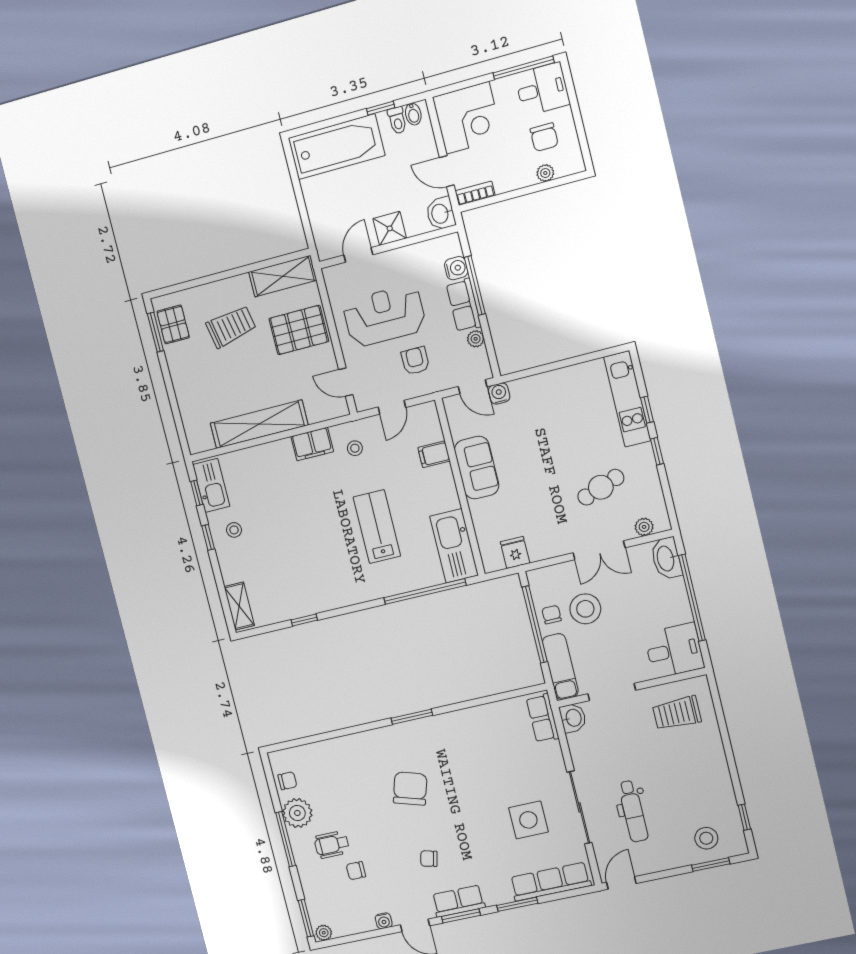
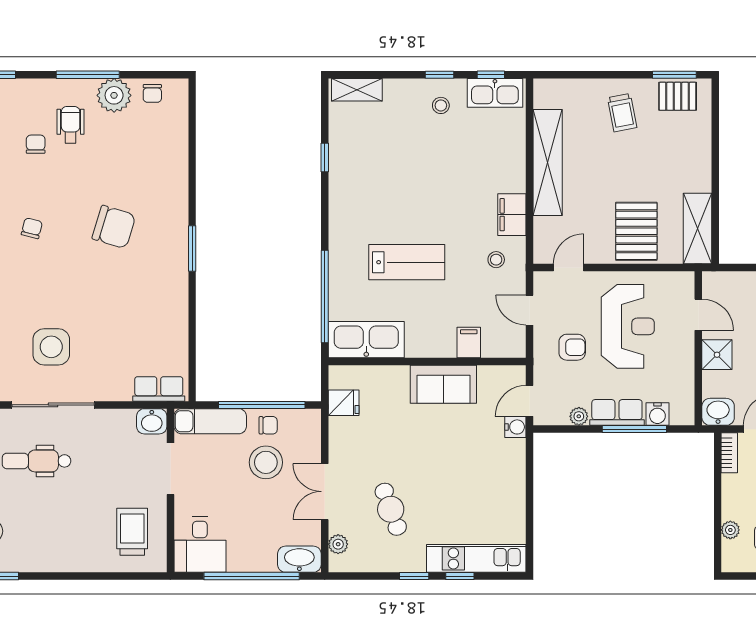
trolley: (231, 327) -> (622, 113), moved, width x0.73, depth x0.72

